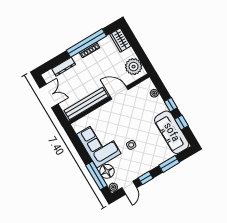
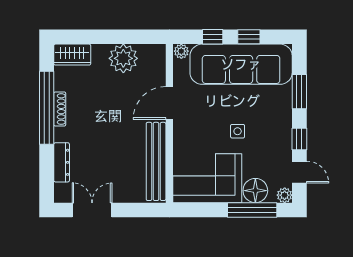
door: (119, 93) -> (169, 103), moved
wall: (109, 99) -> (169, 123), moved
bench: (86, 103) -> (156, 161), moved
sofa: (172, 132) -> (241, 64), width x1.36, depth x1.27

